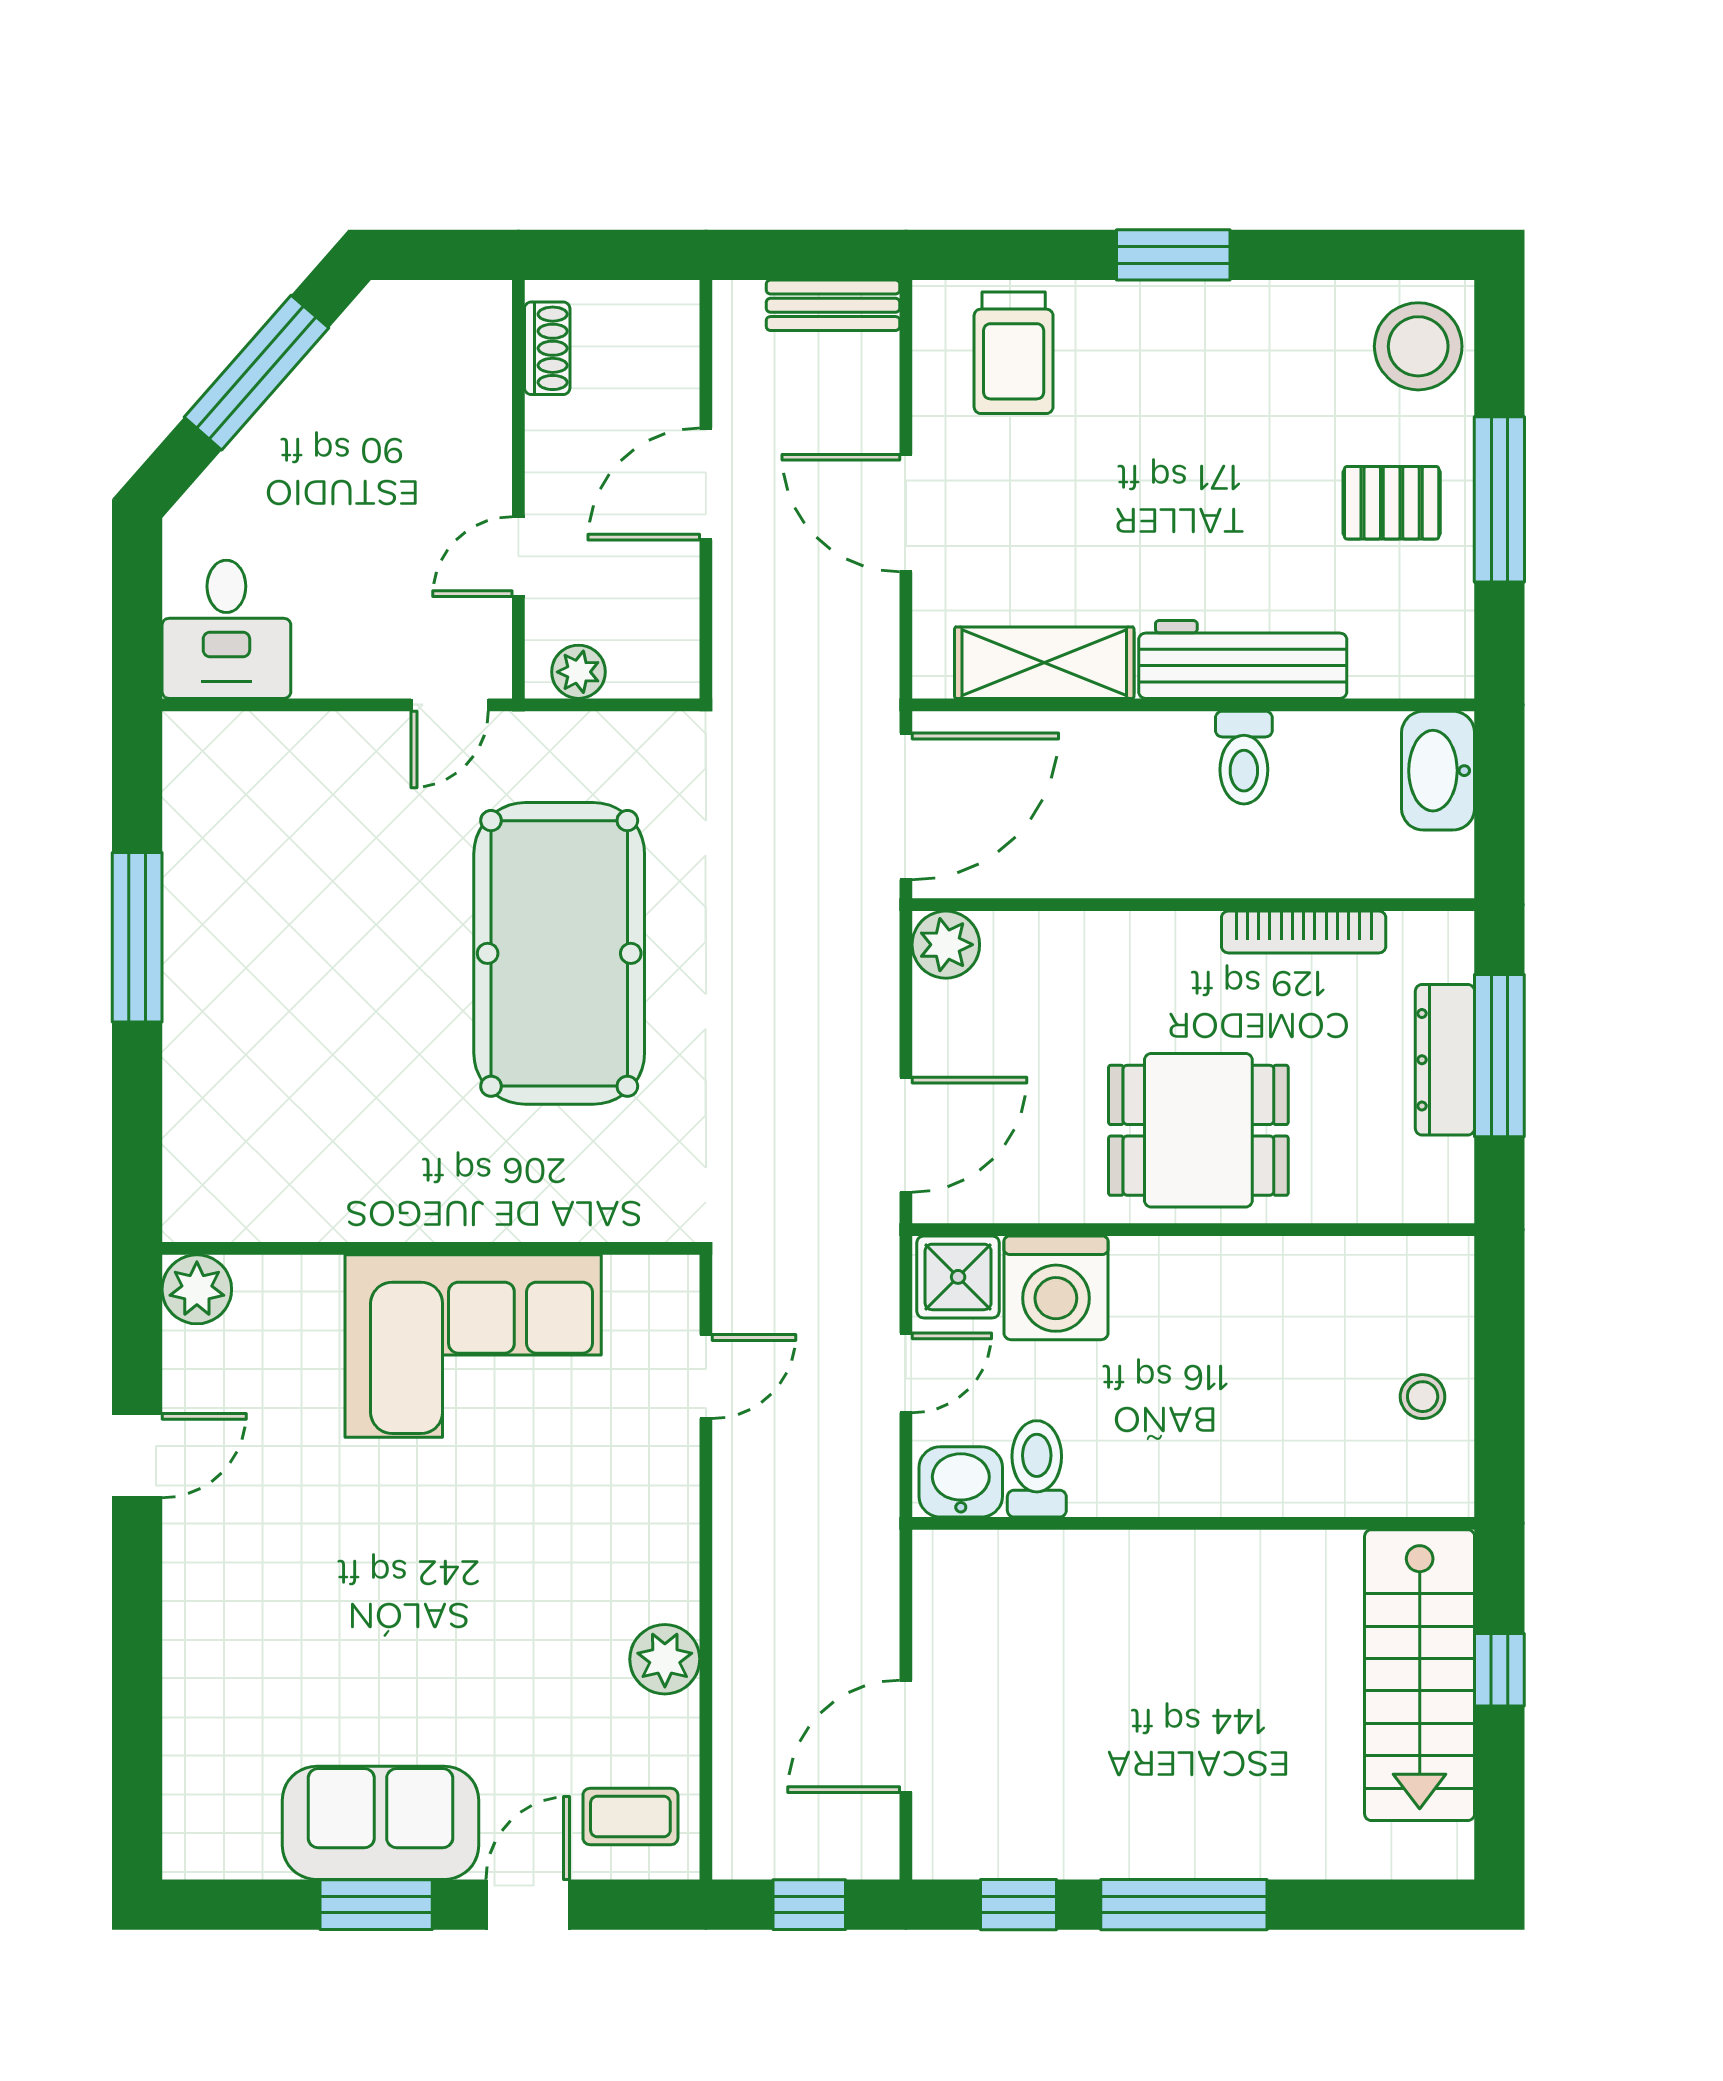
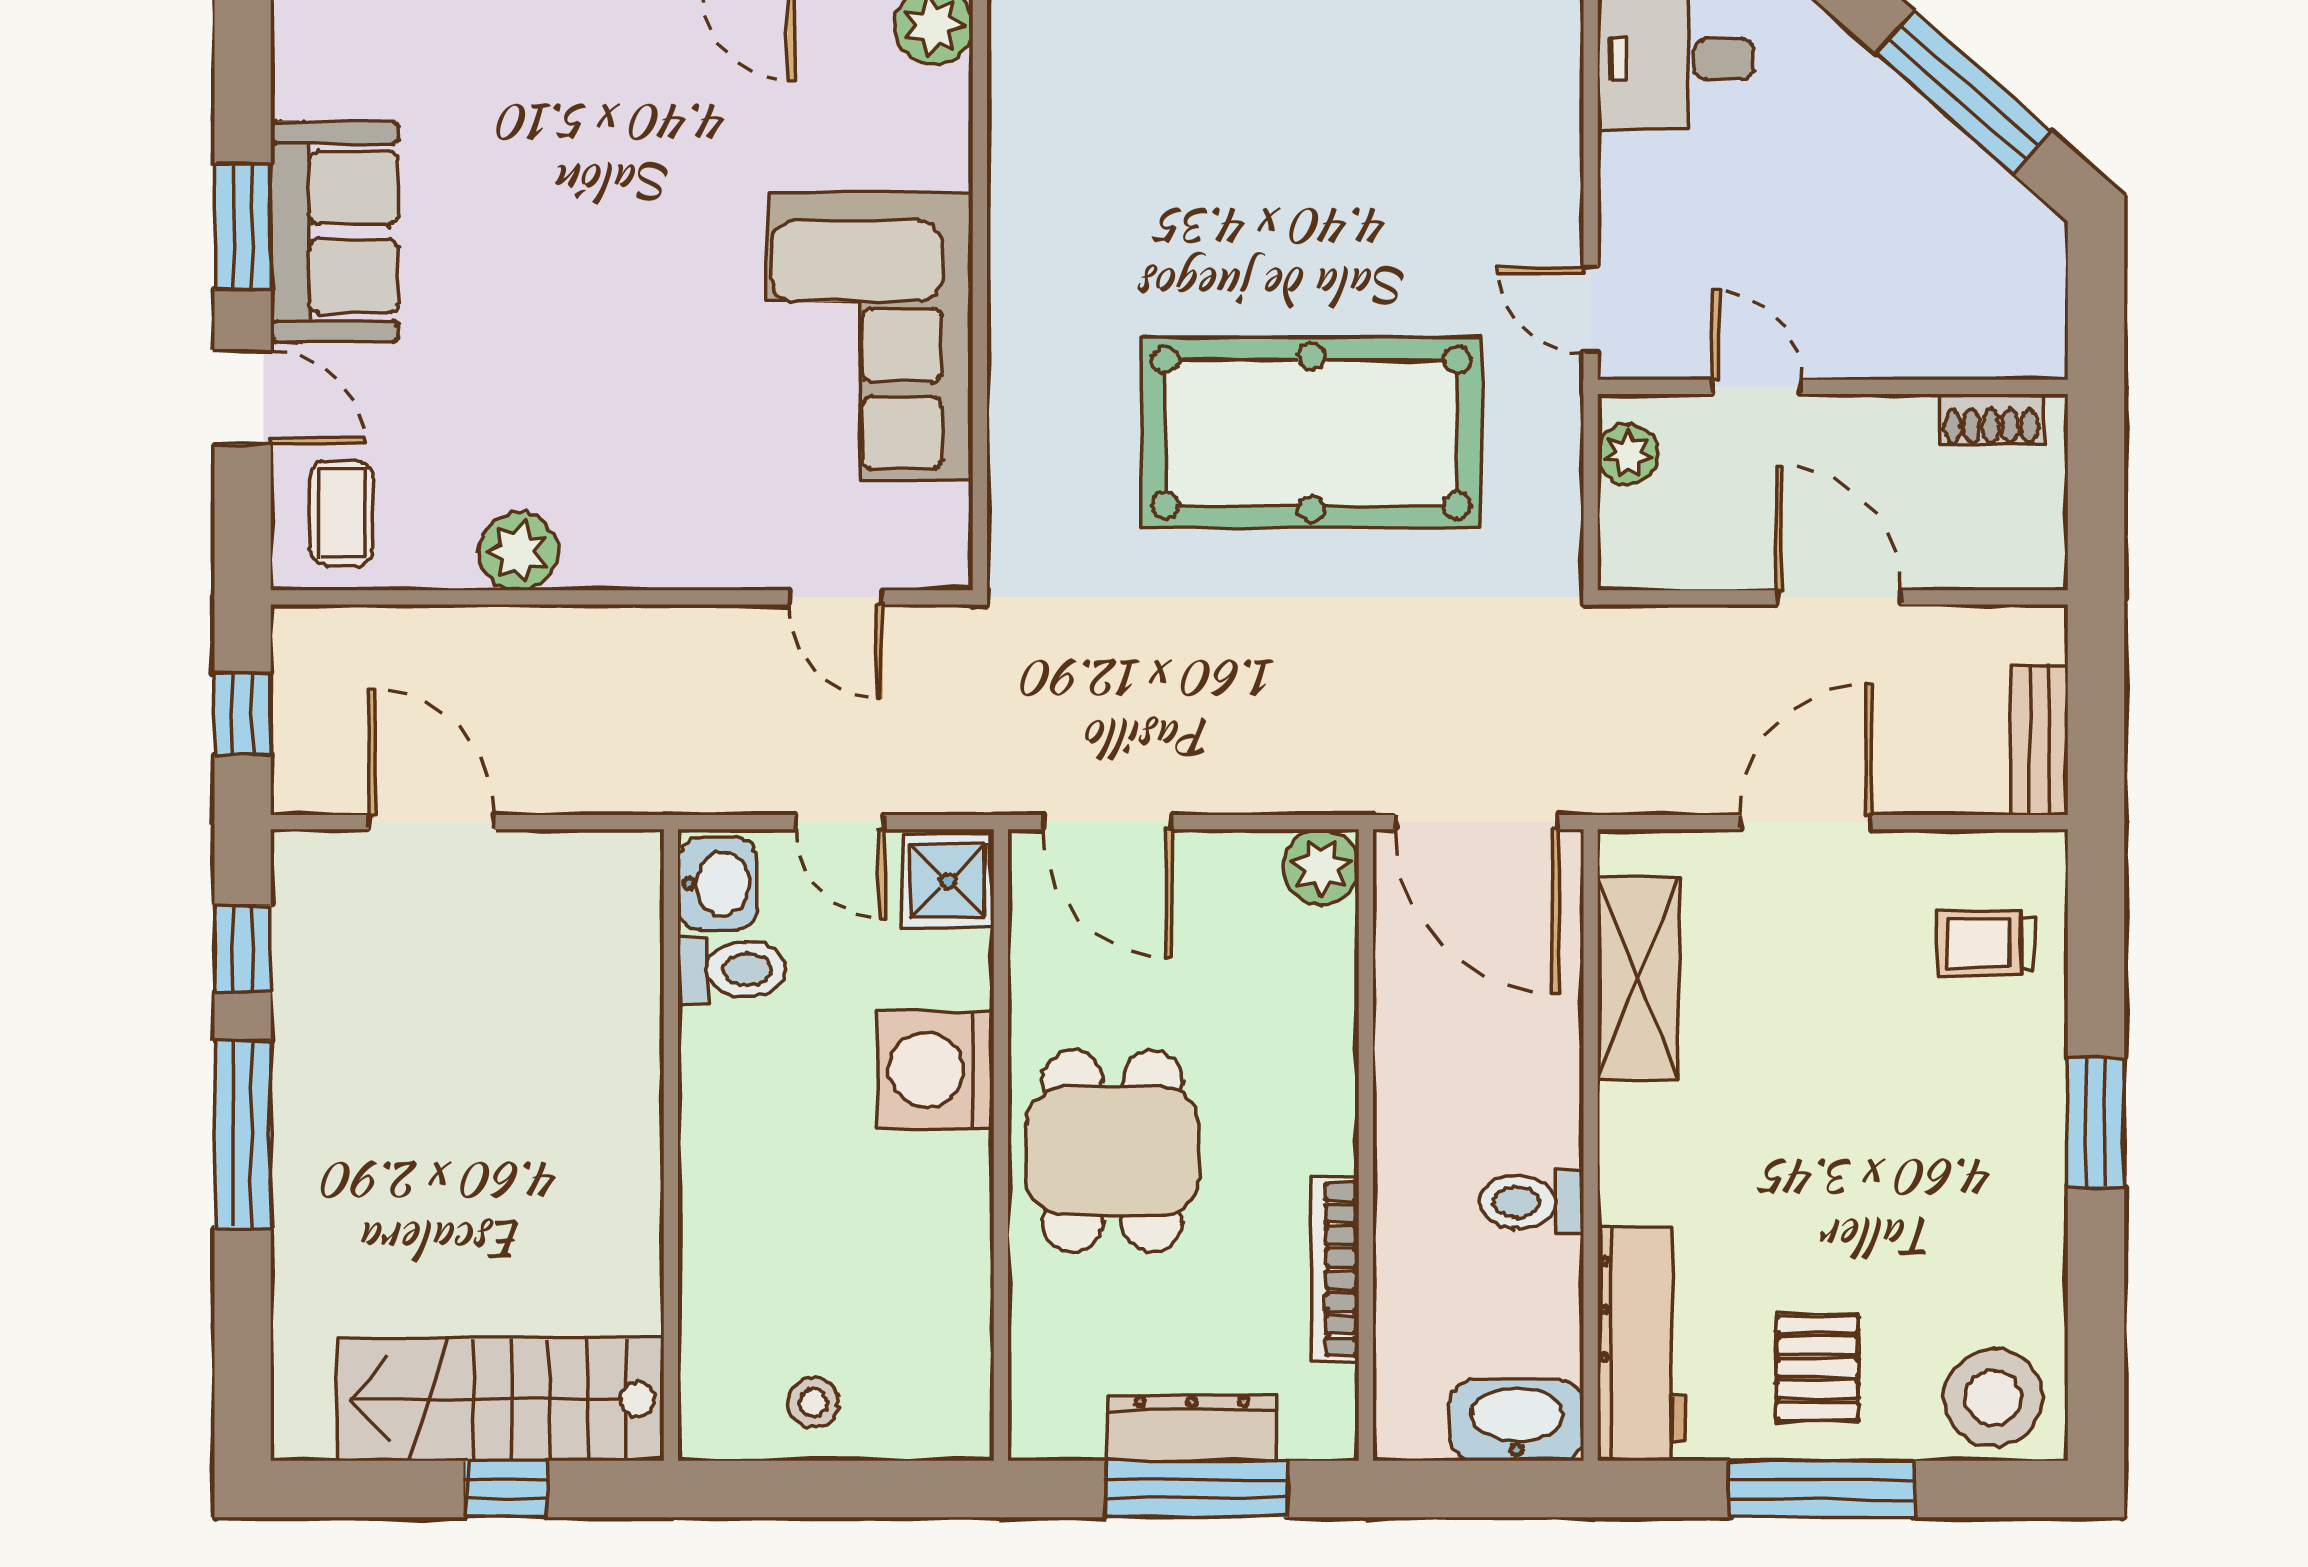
trolley: (1014, 353) -> (1986, 943), width x0.73, depth x0.72
workbench: (1243, 659) -> (1641, 1344), moved
washing machine: (1056, 1288) -> (935, 1070), moved

